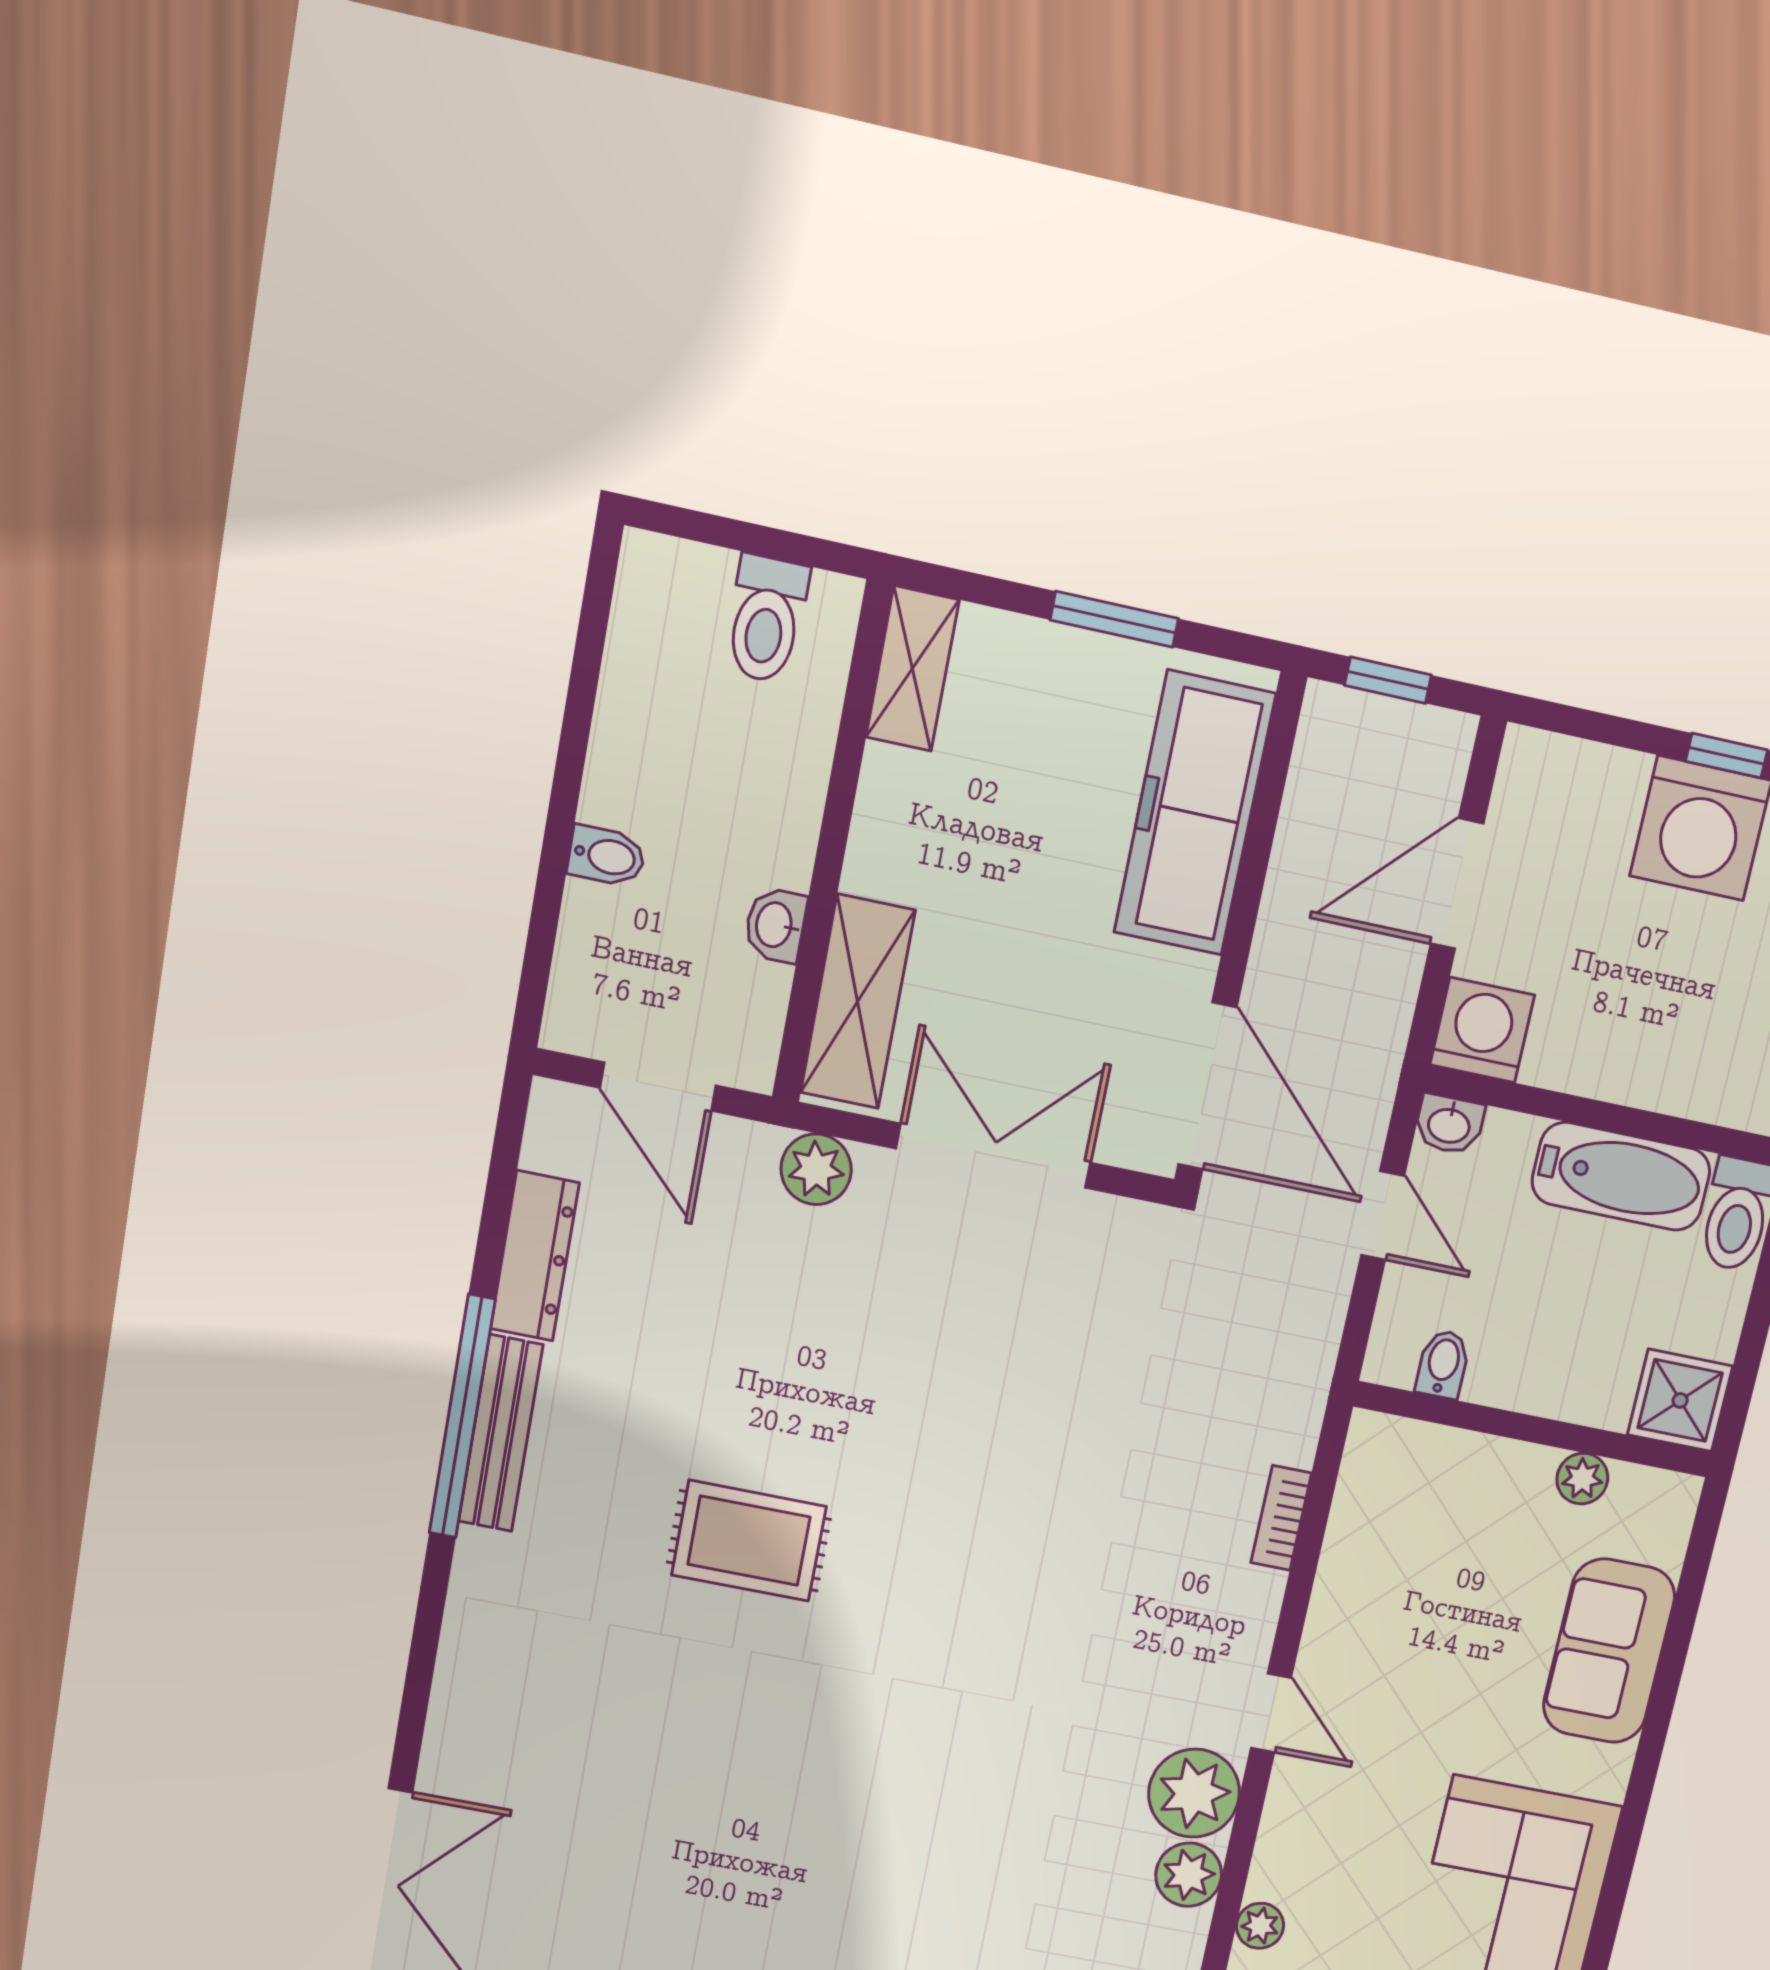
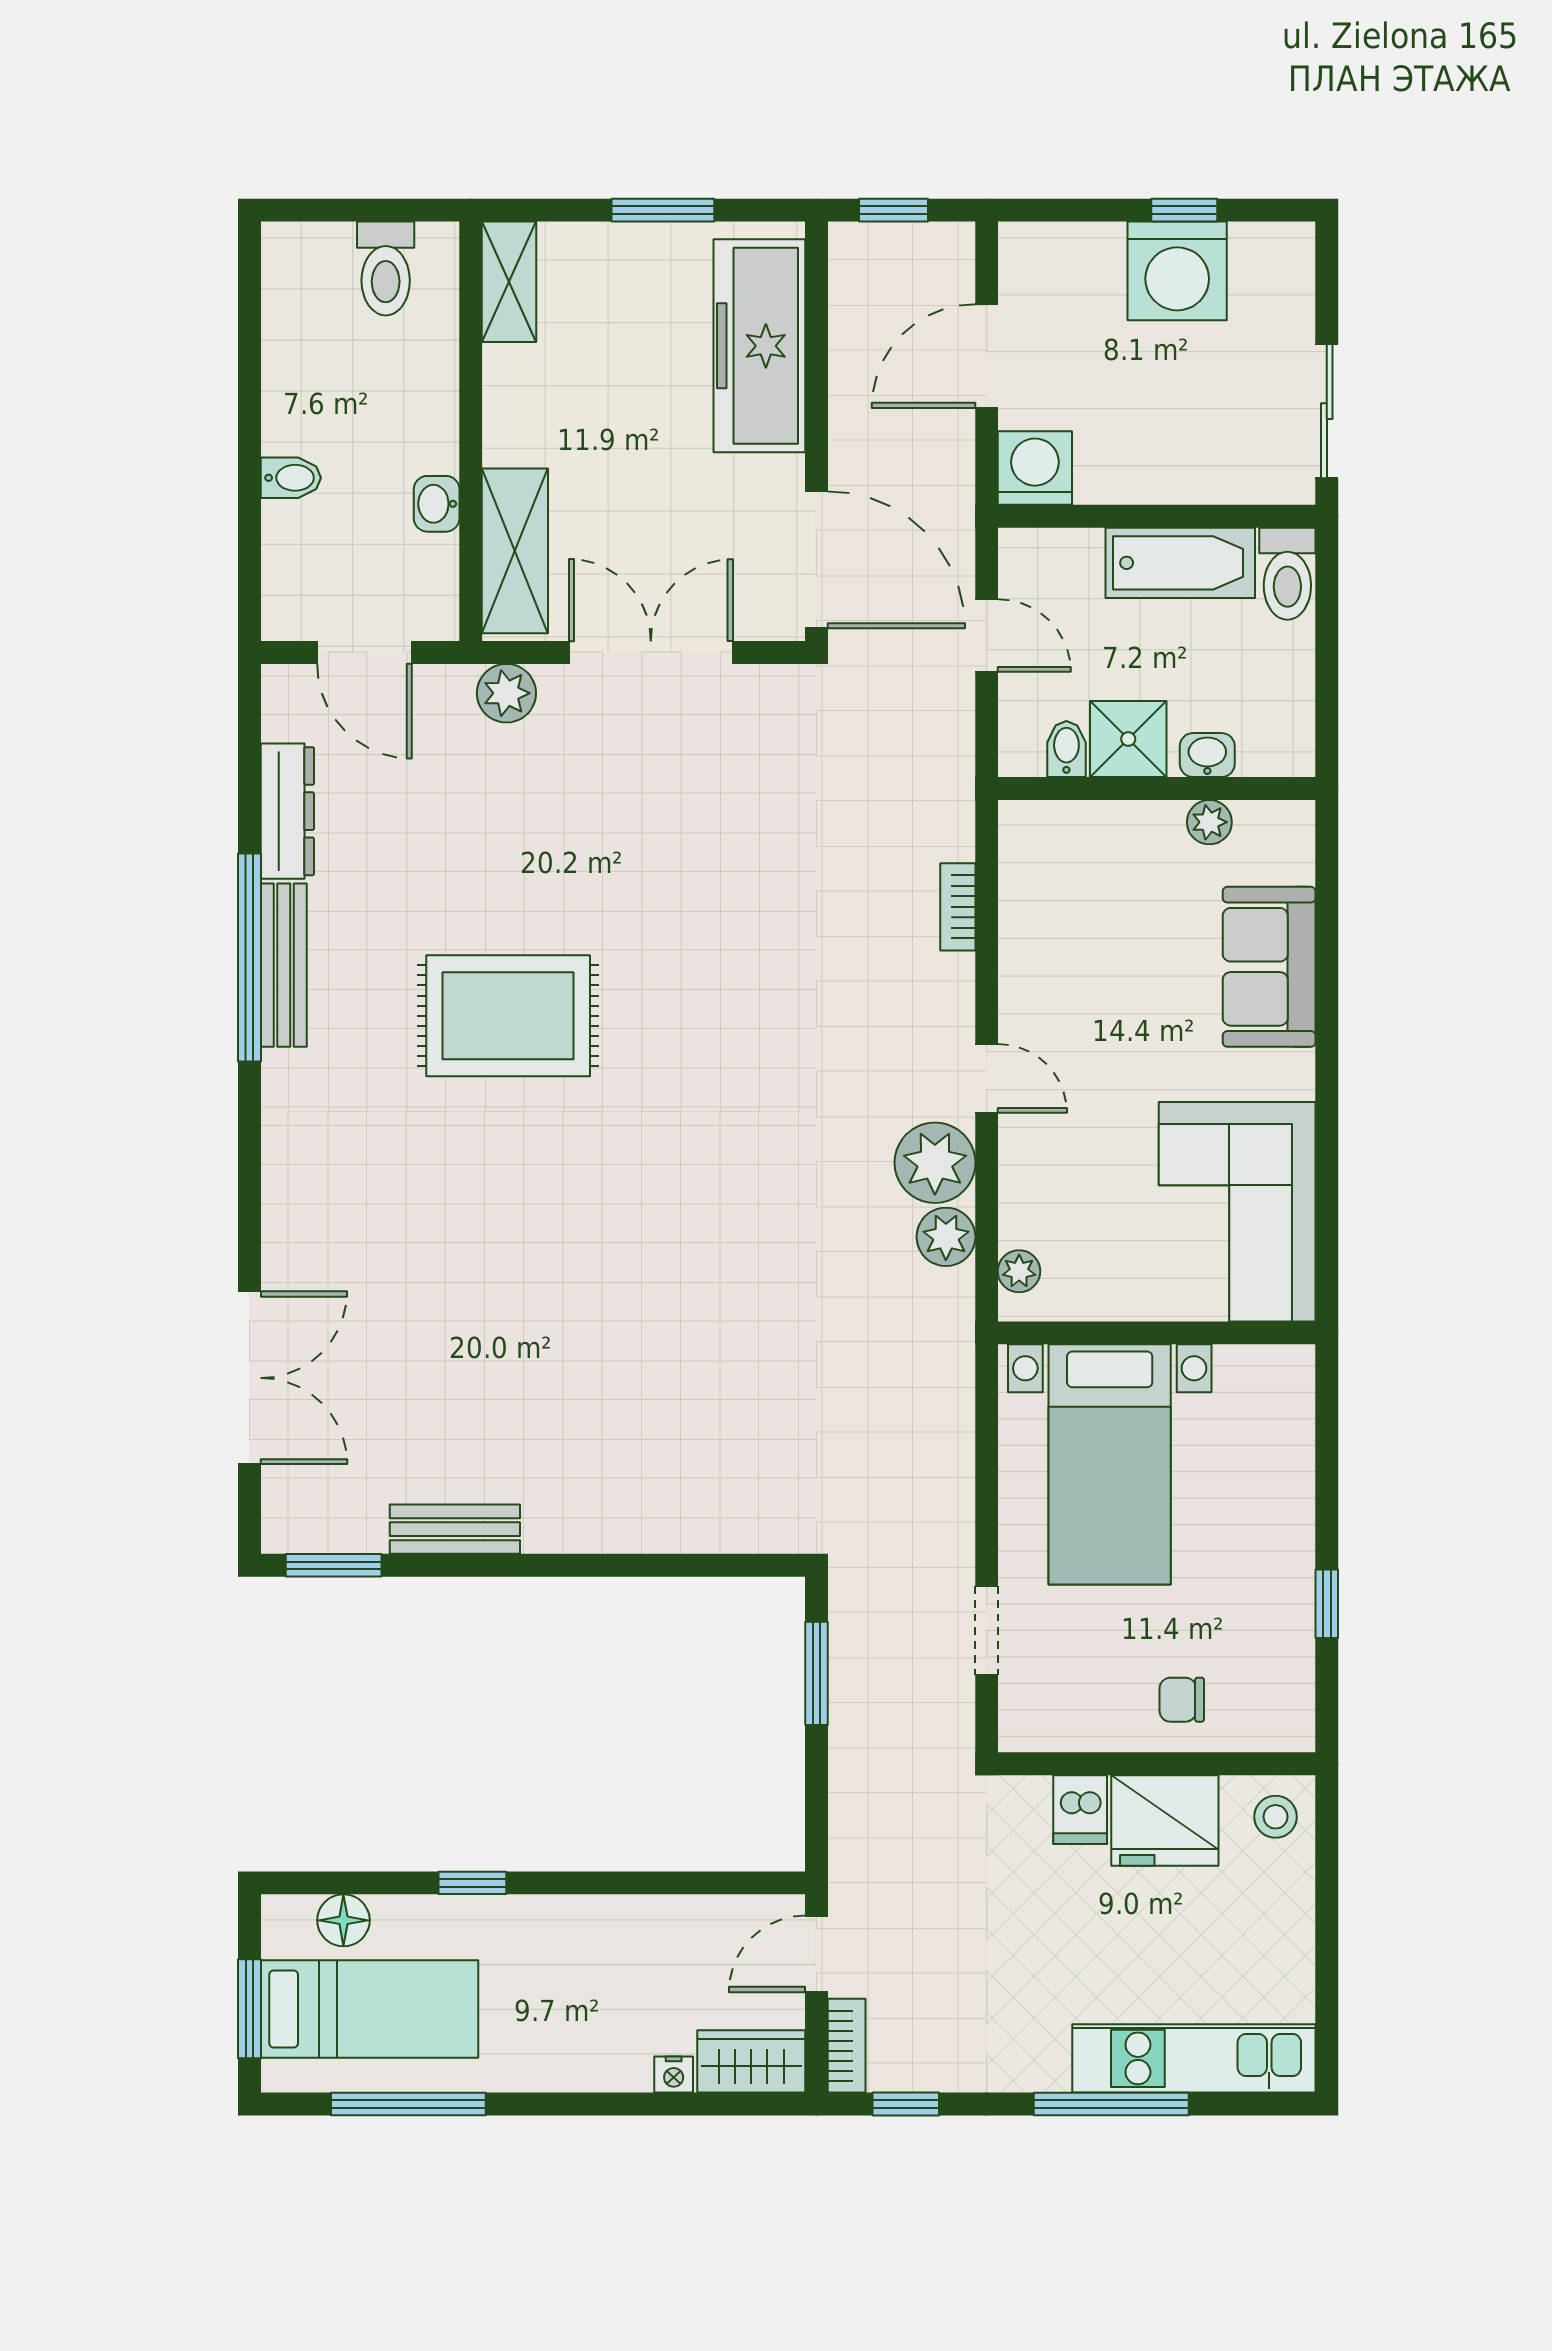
washbasin: (1449, 1124) -> (1207, 755), moved, turned 180
shower: (1680, 1400) -> (1128, 739), moved
rug: (749, 1541) -> (508, 1016), width x1.36, depth x1.43

